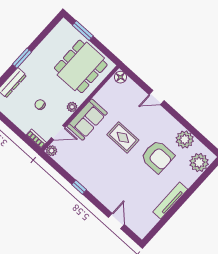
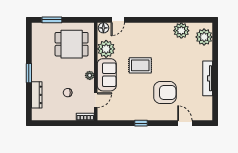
dining table: (81, 66) -> (72, 44), width x0.73
door: (157, 98) -> (118, 20), moved
plant: (52, 151) -> (106, 49), moved, width x1.87, depth x1.87
armchair: (158, 157) -> (165, 93), moved

